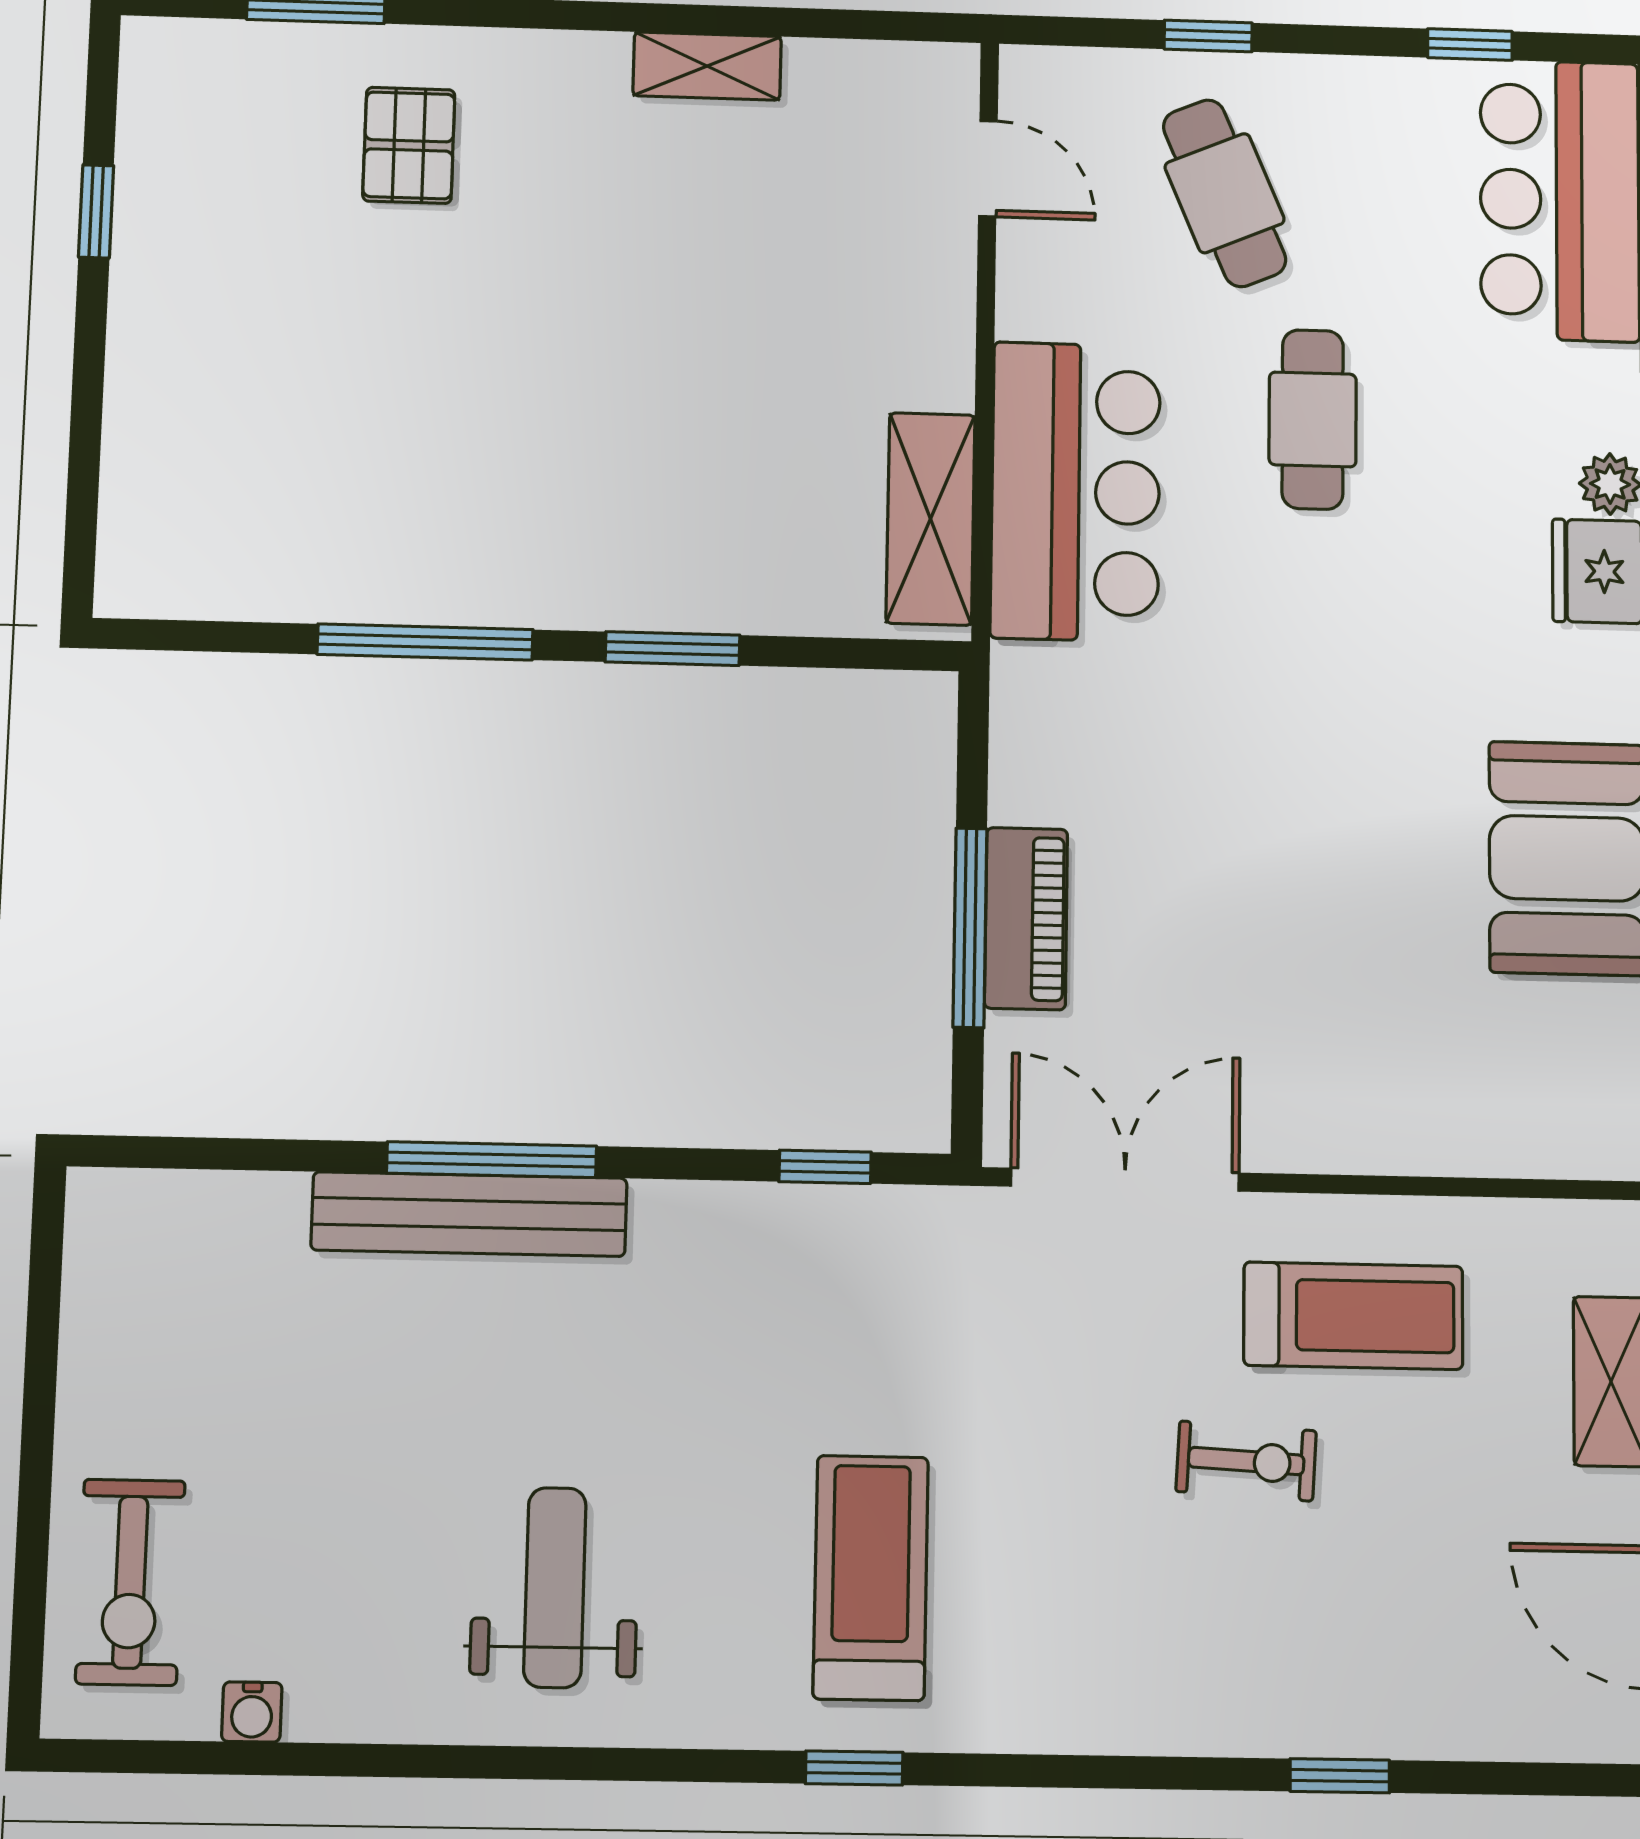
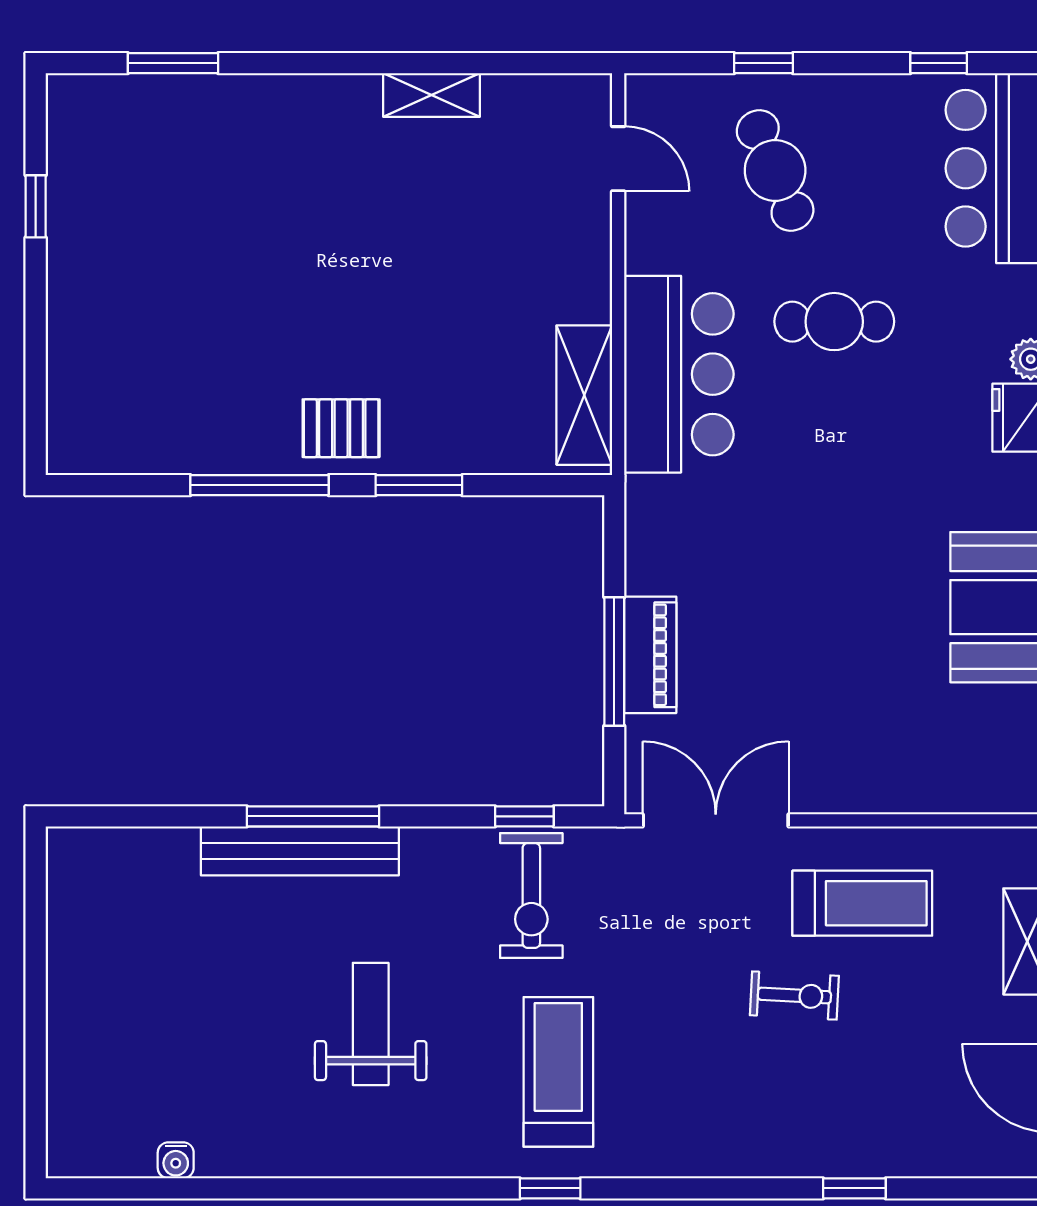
pallet: (409, 145) -> (341, 428), moved, turned 90
cafe table: (1313, 419) -> (834, 322), turned 90
exercise bike: (130, 1582) -> (531, 895), moved
weight bench: (555, 1587) -> (371, 1024), moved

